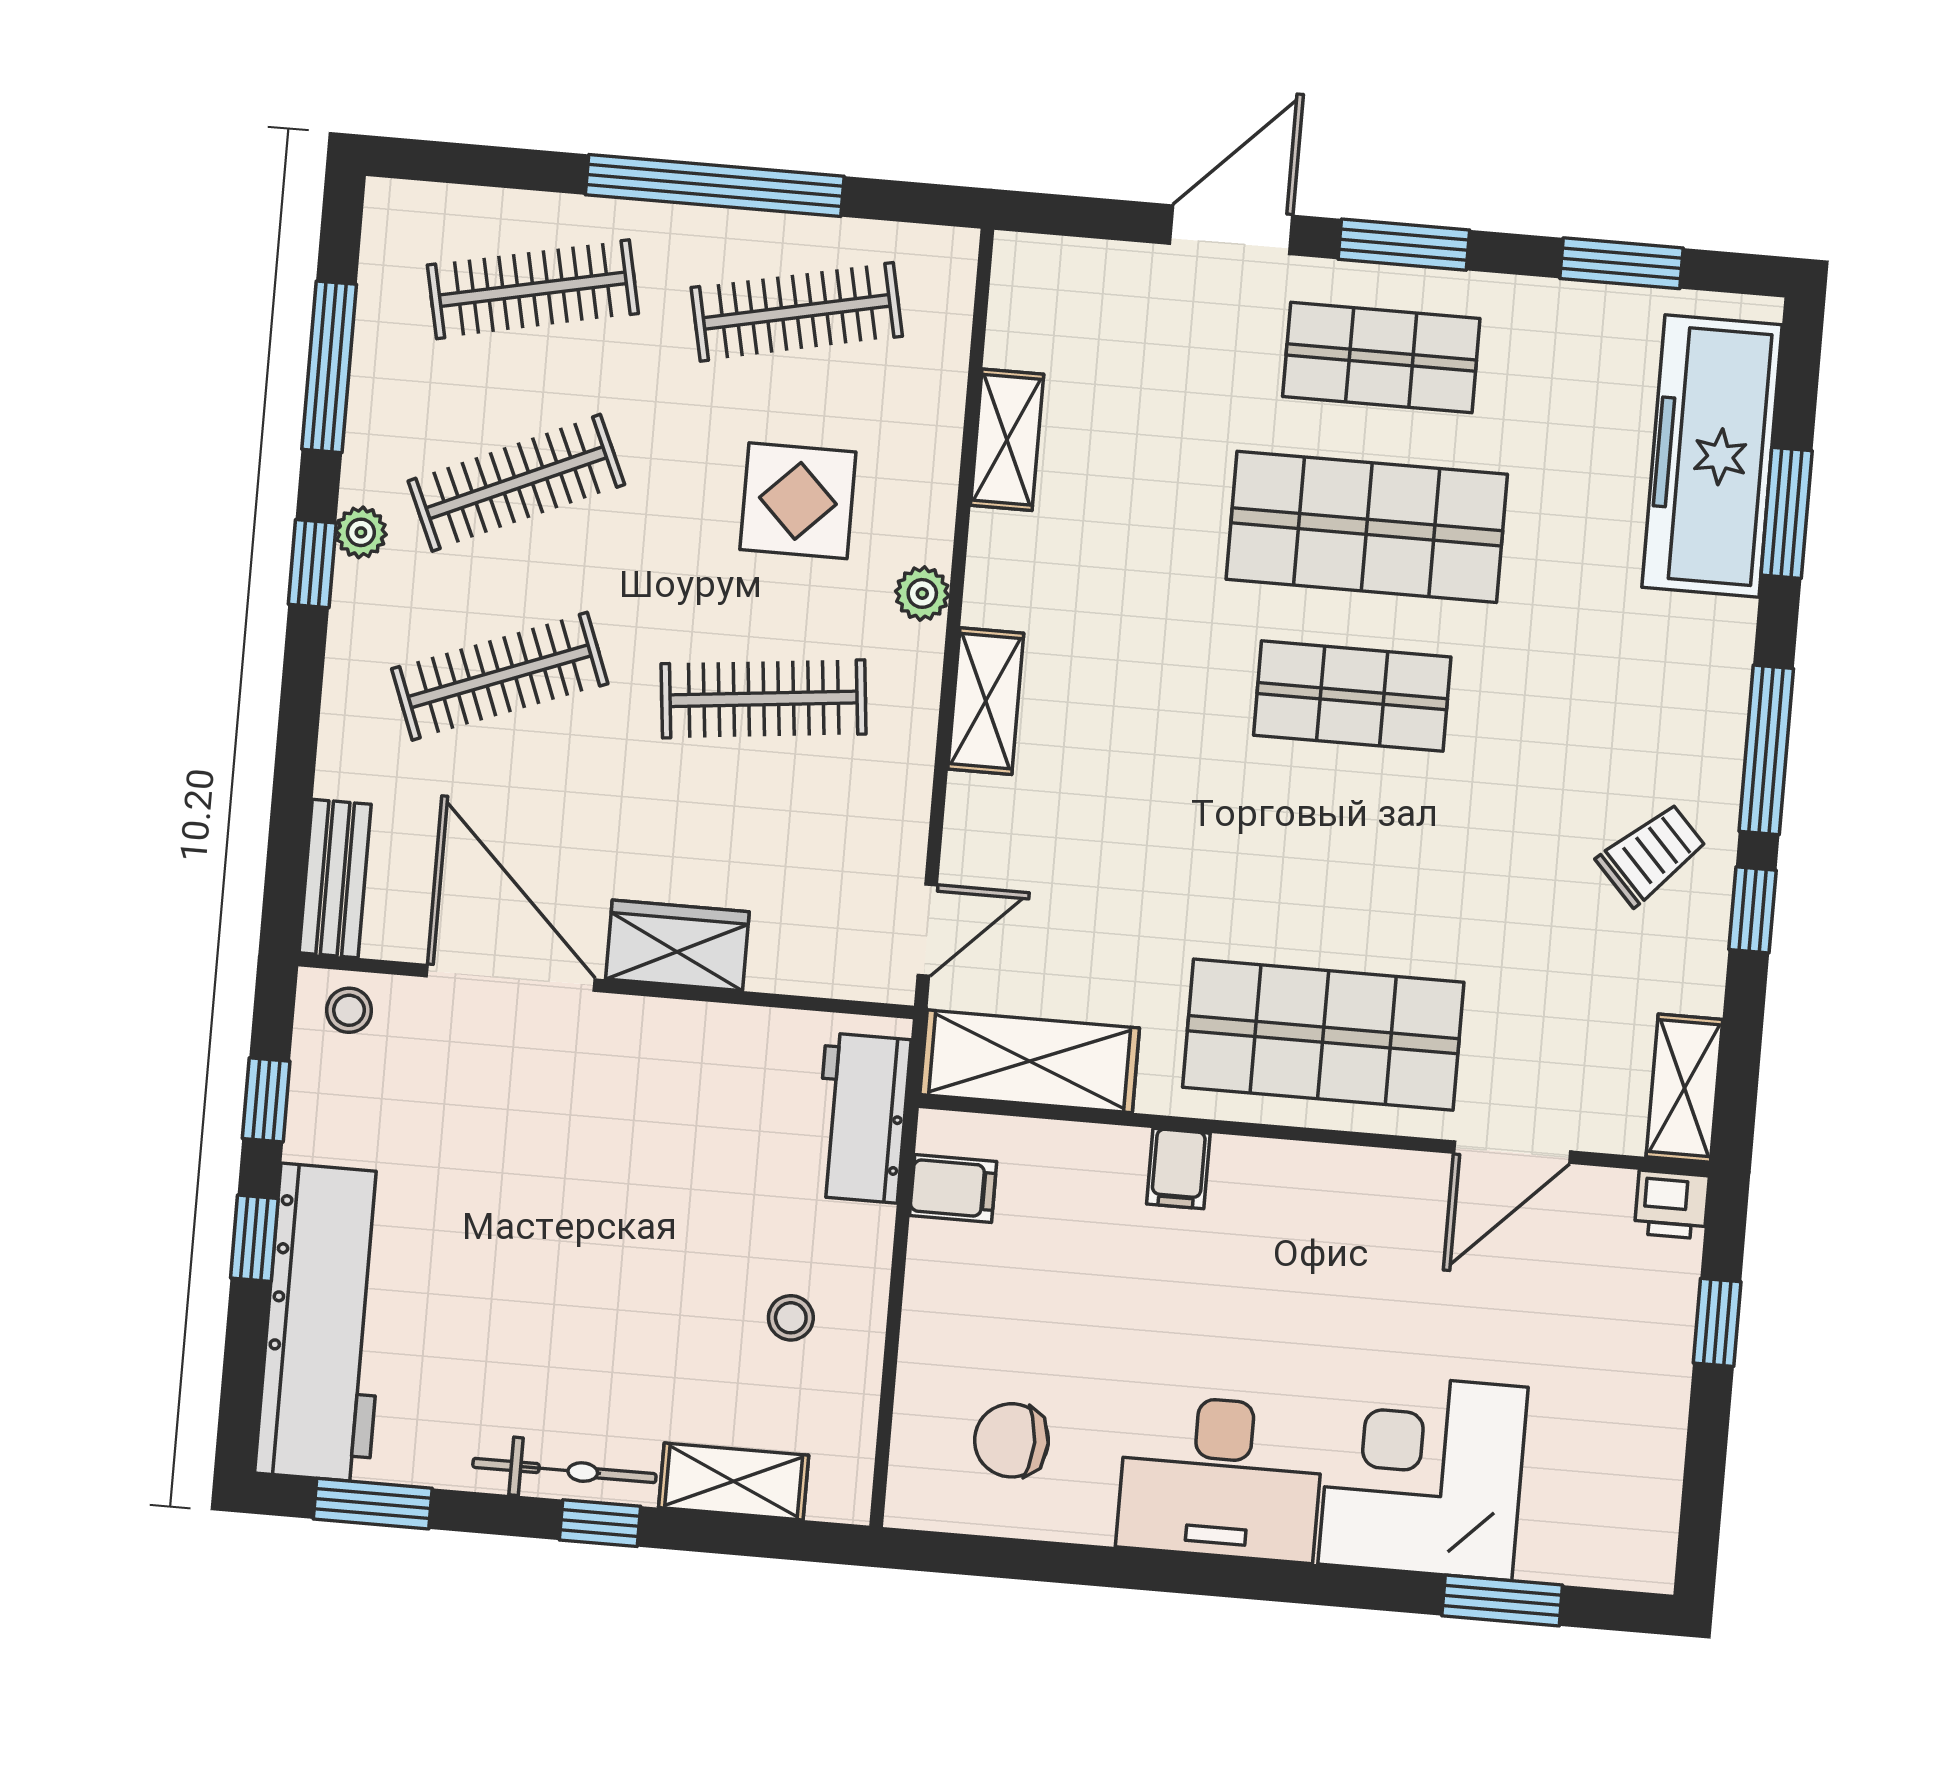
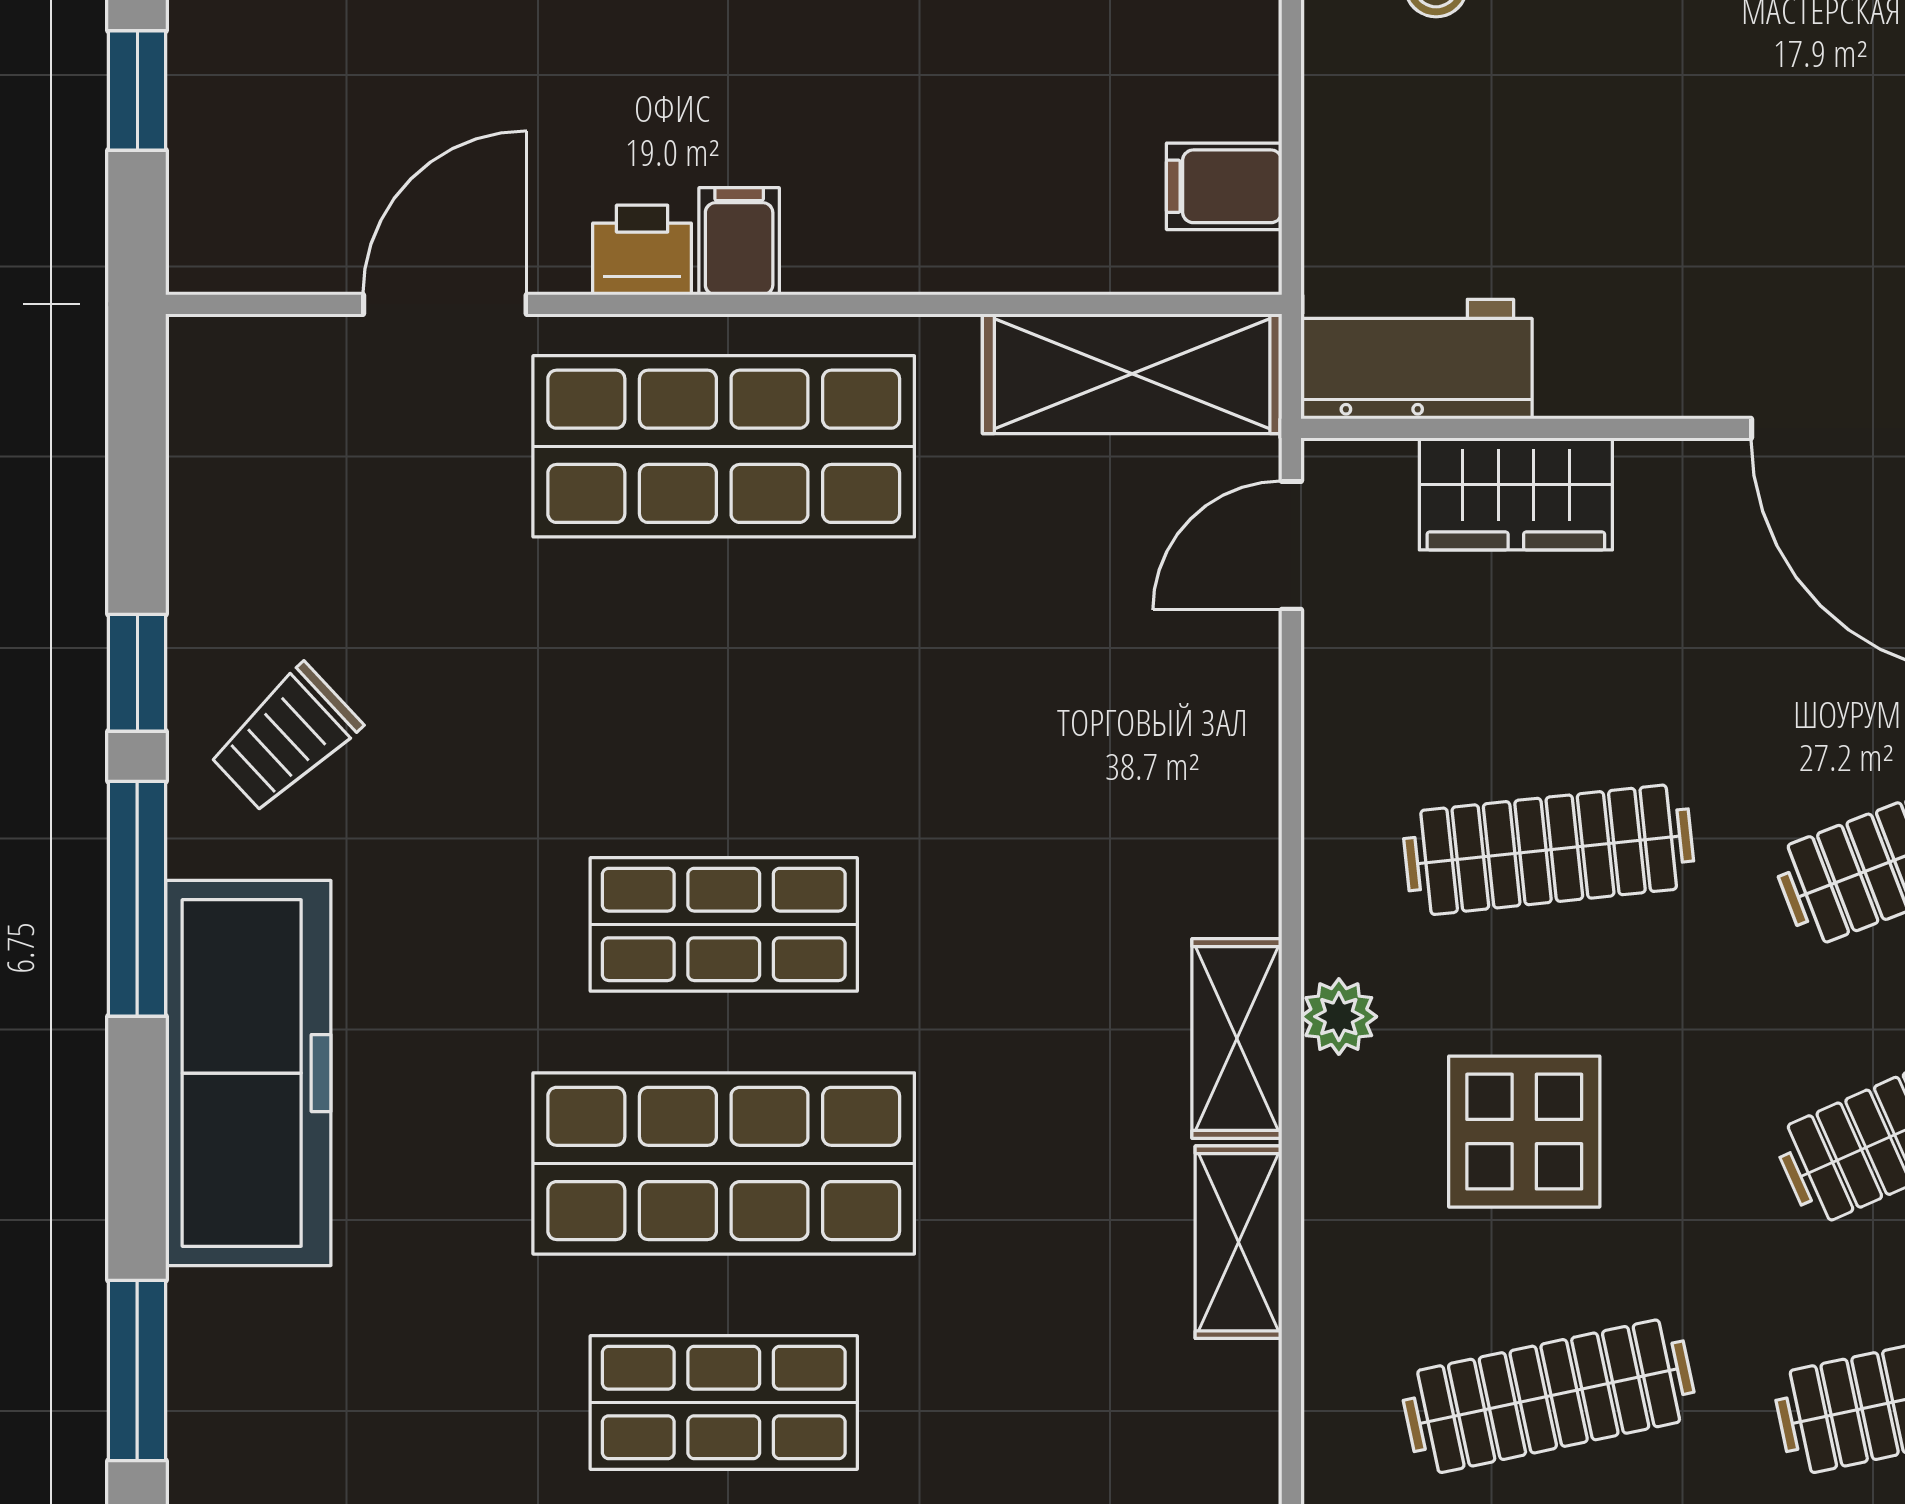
freezer: (1712, 456) -> (248, 1073), moved
window: (1787, 513) -> (137, 1370), moved
shelving: (986, 701) -> (1237, 1038), moved
wardrobe: (677, 945) -> (1516, 494), moved
shelving: (1684, 1088) -> (211, 415), removed
workbench: (862, 1118) -> (1416, 359), moved, turned -90
filing cabinet: (1178, 1169) -> (739, 241), moved
printer: (1672, 1205) -> (642, 250), moved

